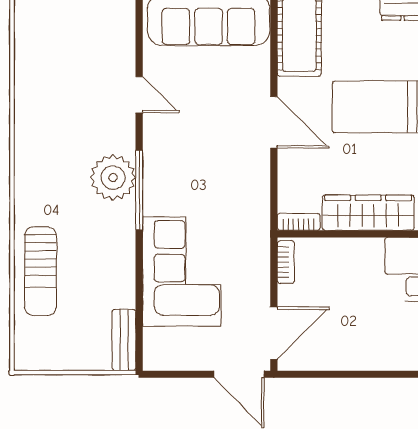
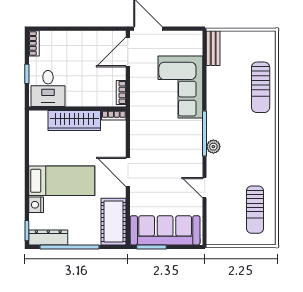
sun lounger: (50, 56) -> (255, 210), added
plant: (113, 178) -> (213, 147), width x0.53, depth x0.53
sun lounger: (41, 271) -> (261, 87), turned 180

